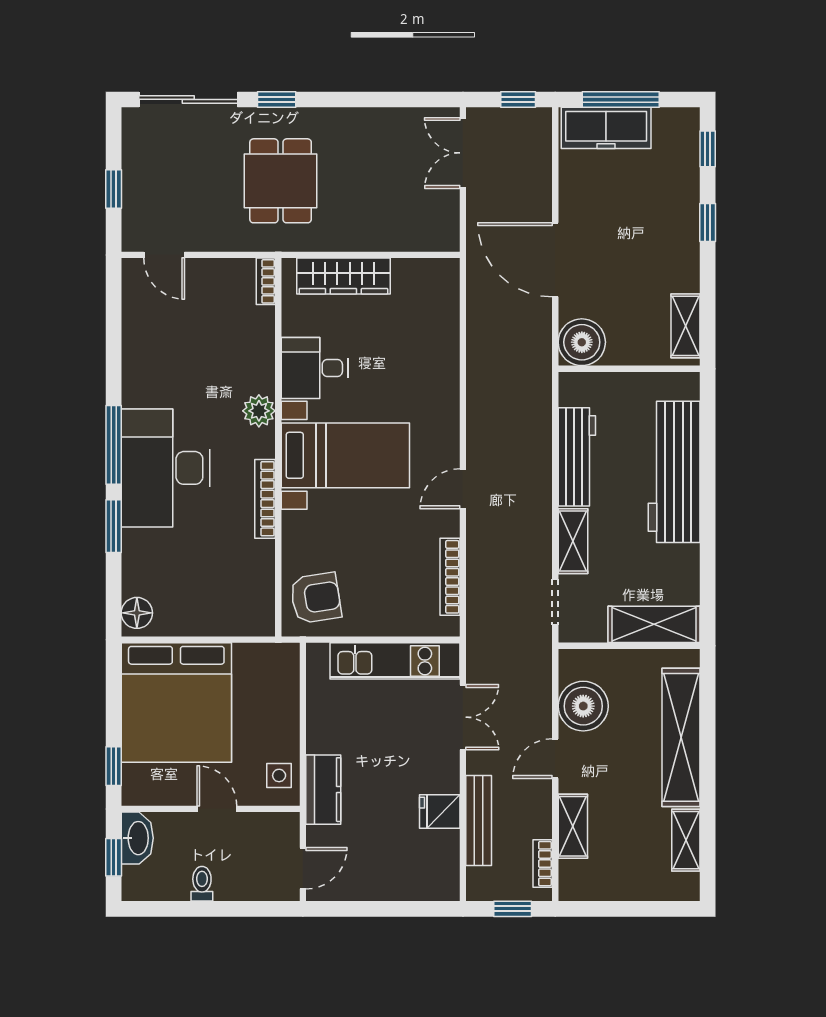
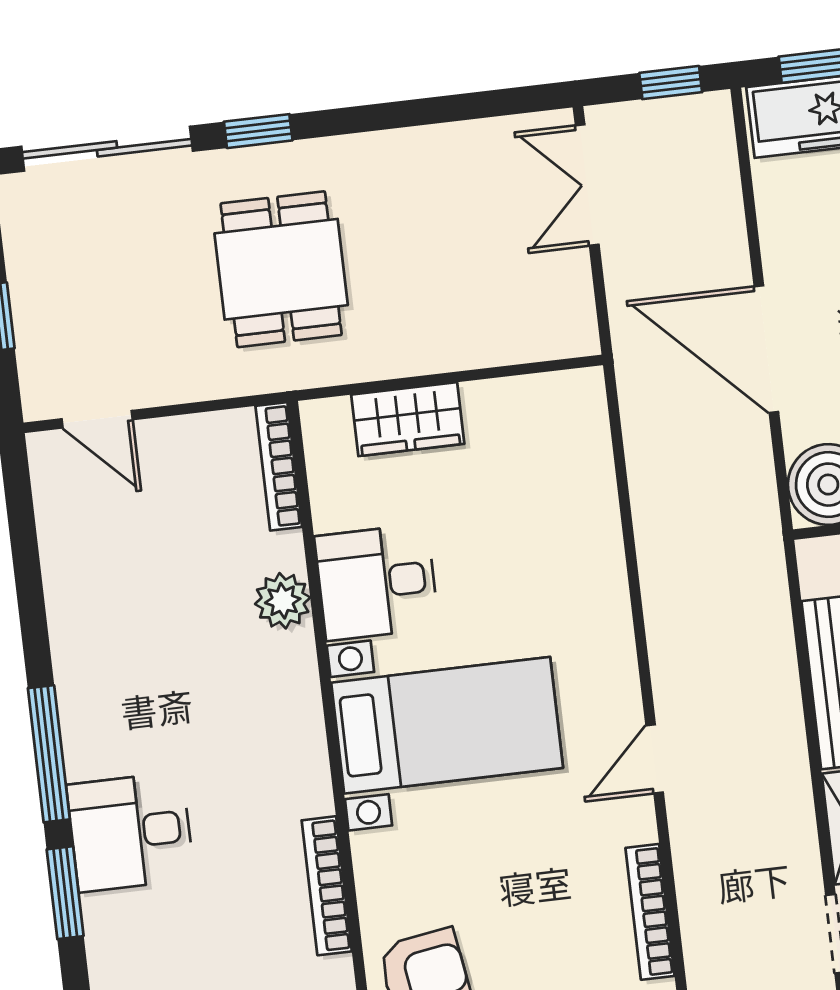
wardrobe: (343, 276) -> (408, 419), width x0.67
bookcase: (266, 281) -> (279, 466), width x1.56
plant: (259, 411) -> (283, 601), moved
desk: (166, 468) -> (130, 832), width x0.53, depth x0.77
bookcase: (265, 499) -> (327, 886), moved

